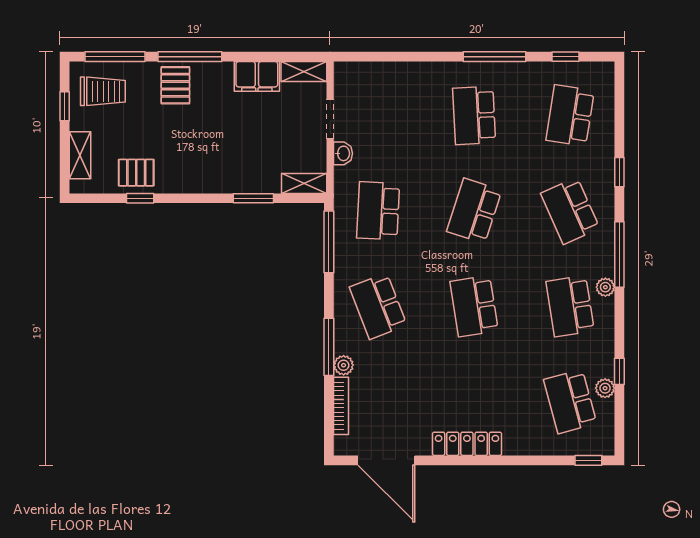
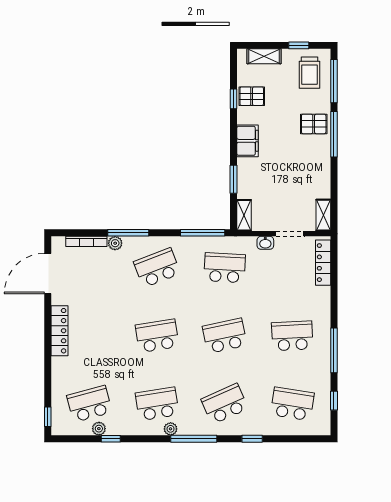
locker: (371, 72) -> (323, 263), added
filing cabinet: (257, 76) -> (248, 141), moved, turned 180
pallet: (136, 173) -> (252, 96), turned 90
school desk: (474, 211) -> (225, 336), turned -30

